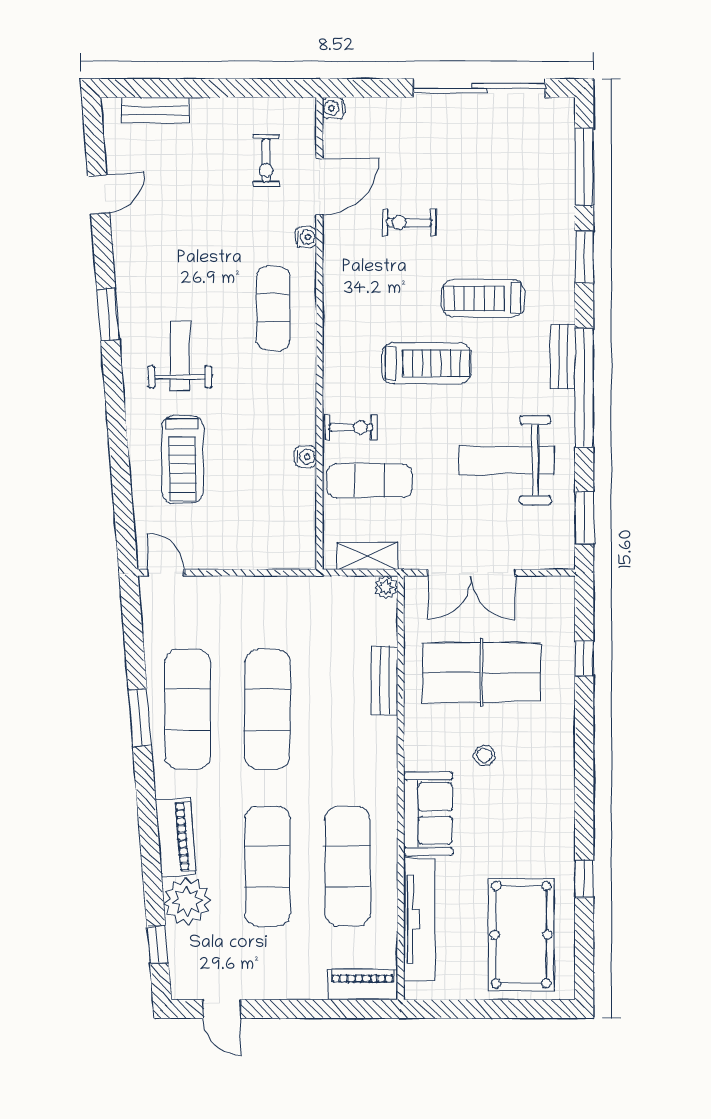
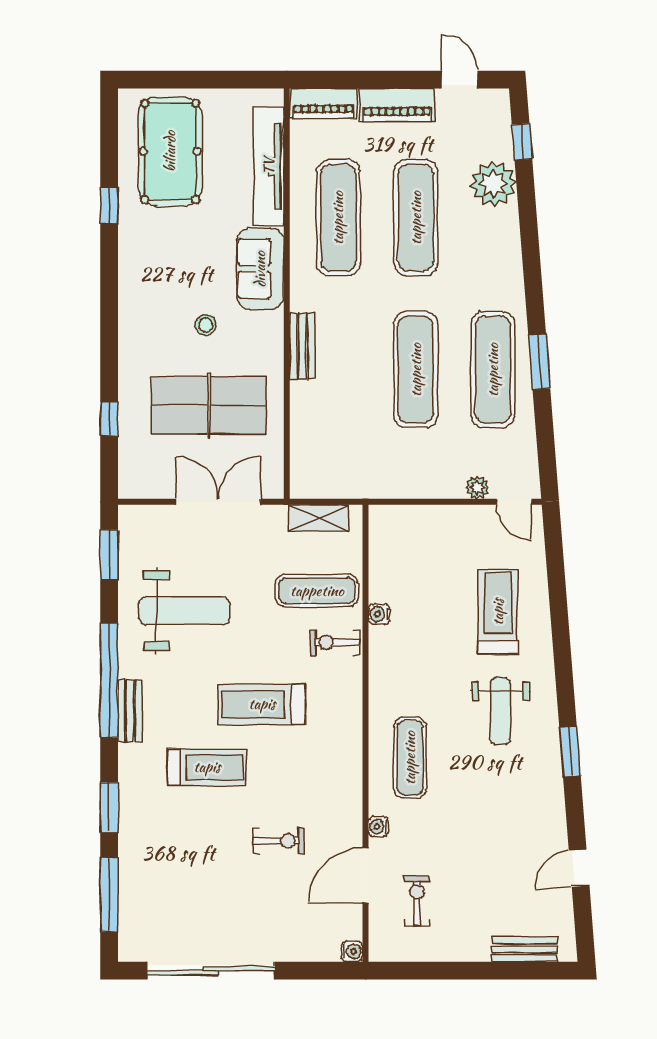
plant: (386, 587) -> (477, 488), moved
bench: (385, 680) -> (302, 346), moved
piano: (176, 837) -> (397, 105), moved, turned -86

